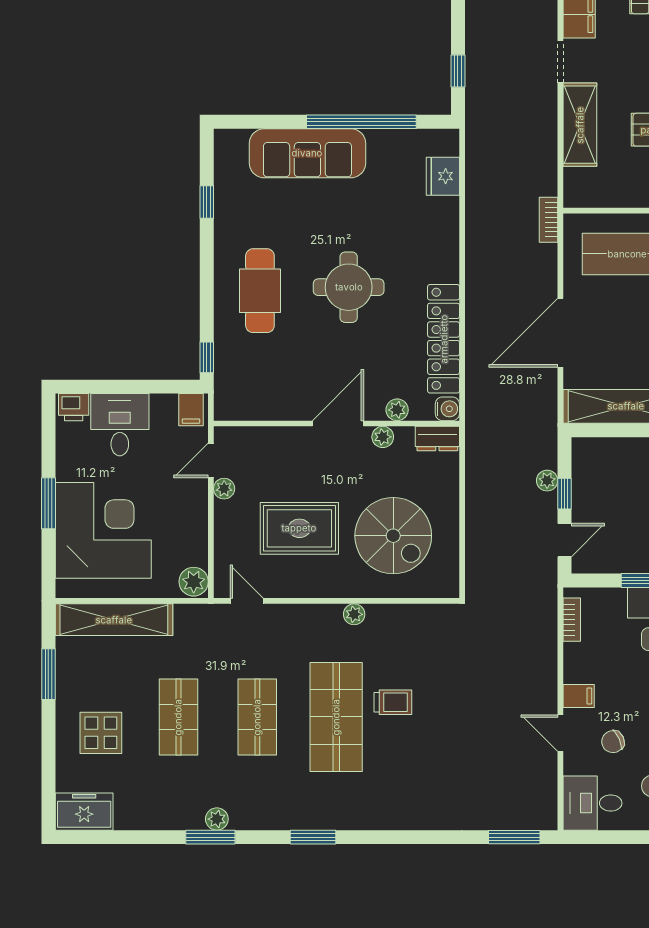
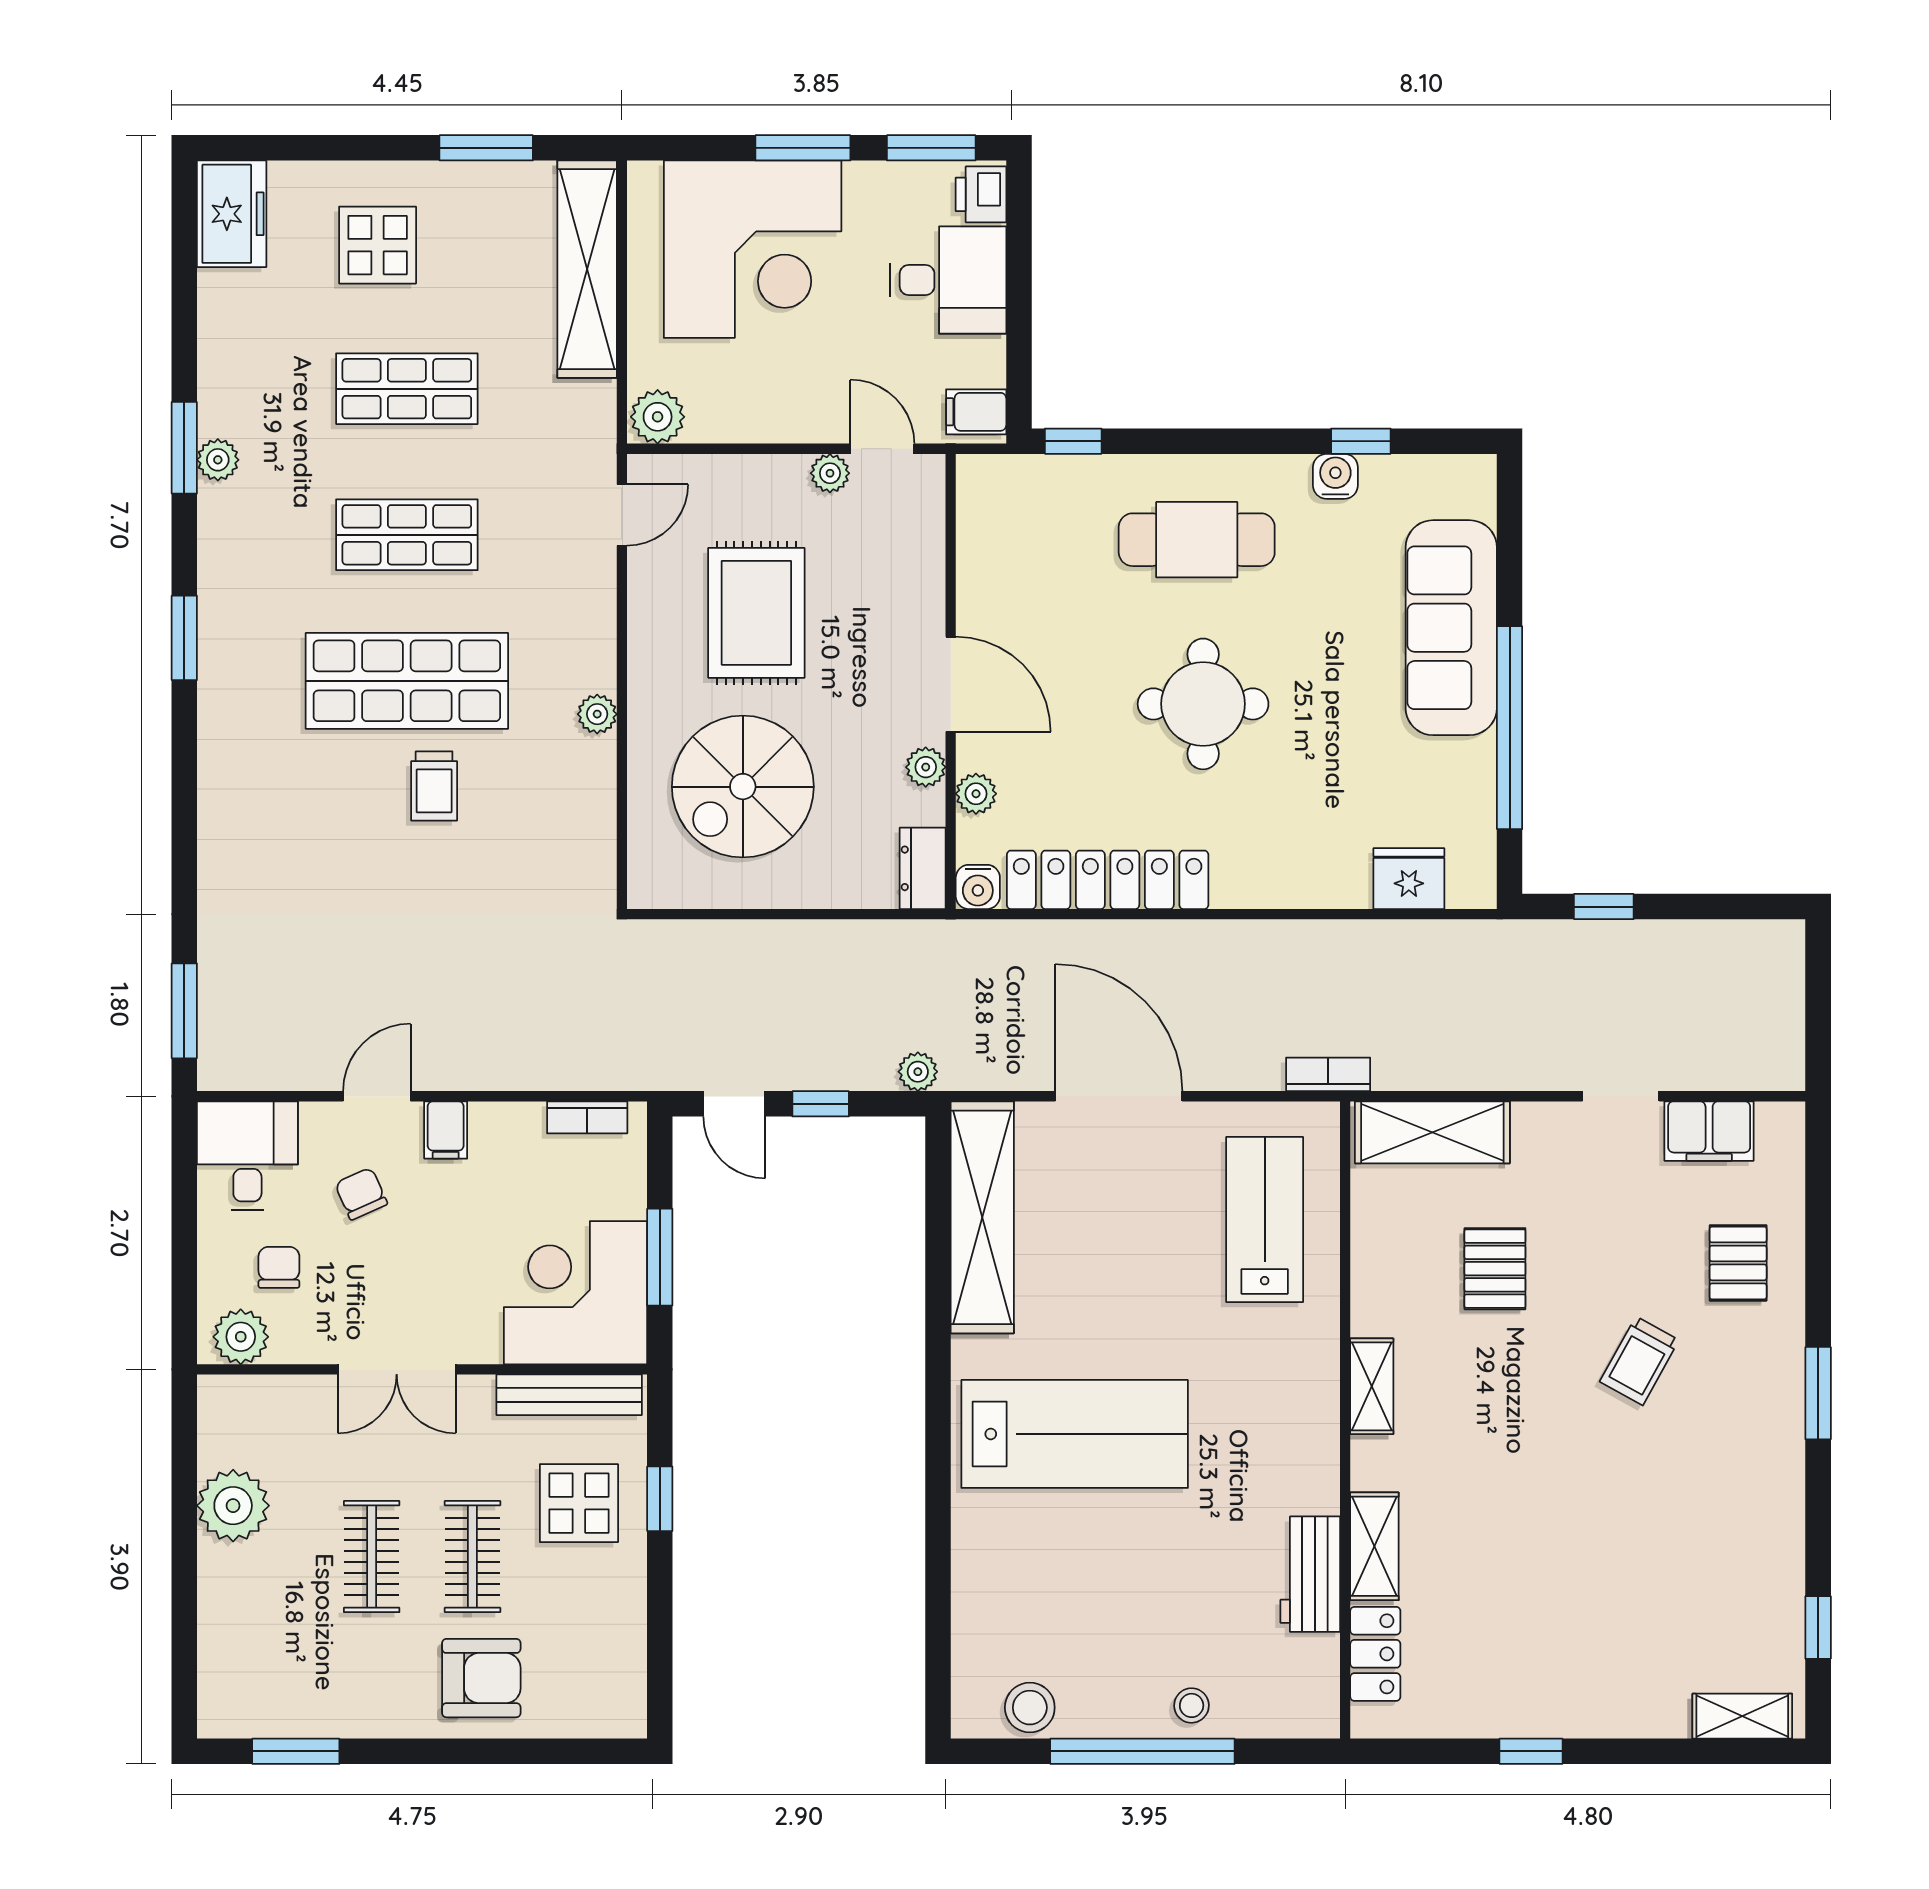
shelving: (580, 125) -> (1432, 1132), moved
water cooler: (226, 216) -> (1335, 476), added
window: (48, 434) -> (931, 148), added
plant: (547, 481) -> (918, 1072), moved

